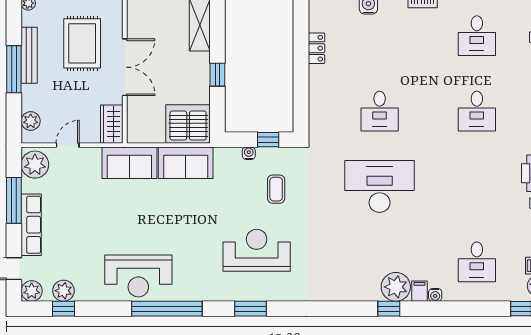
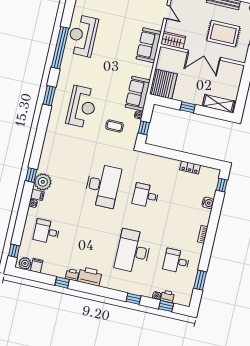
desk: (477, 111) -> (133, 251), width x1.87, depth x1.30
sofa: (186, 163) -> (138, 94), moved

